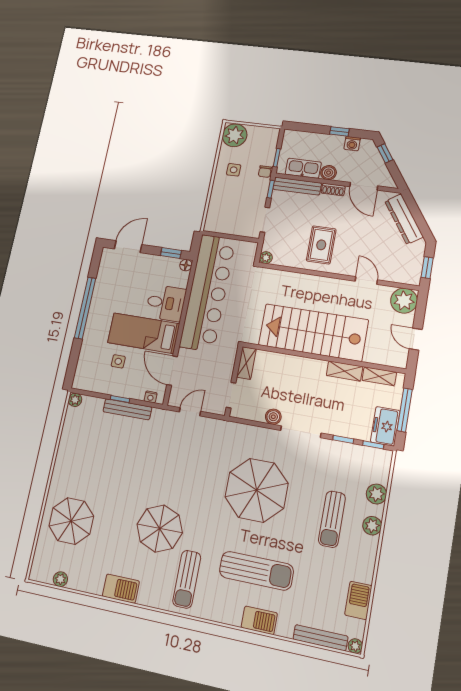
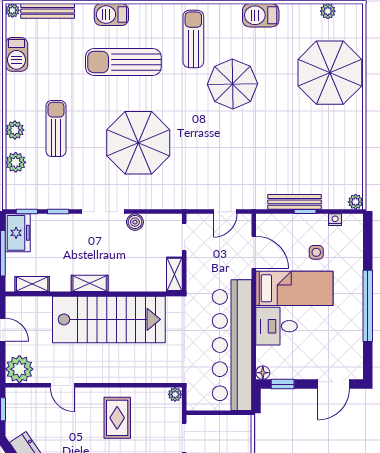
shelving: (345, 371) -> (90, 283), moved
nightstand: (151, 397) -> (335, 220), moved
parasol: (71, 521) -> (330, 73), width x1.36, depth x1.36

